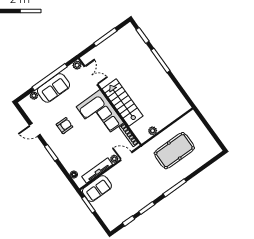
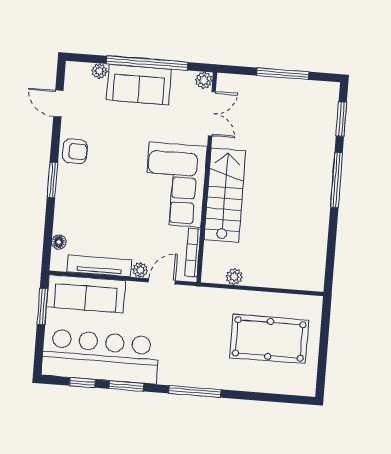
armchair: (64, 126) -> (75, 151), moved
door: (35, 130) -> (58, 104), moved
pool table: (174, 151) -> (269, 339), moved
door: (126, 156) -> (162, 281), hinge flipped
sofa: (97, 189) -> (86, 294), width x1.36
bar counter: (127, 205) -> (100, 356), added

